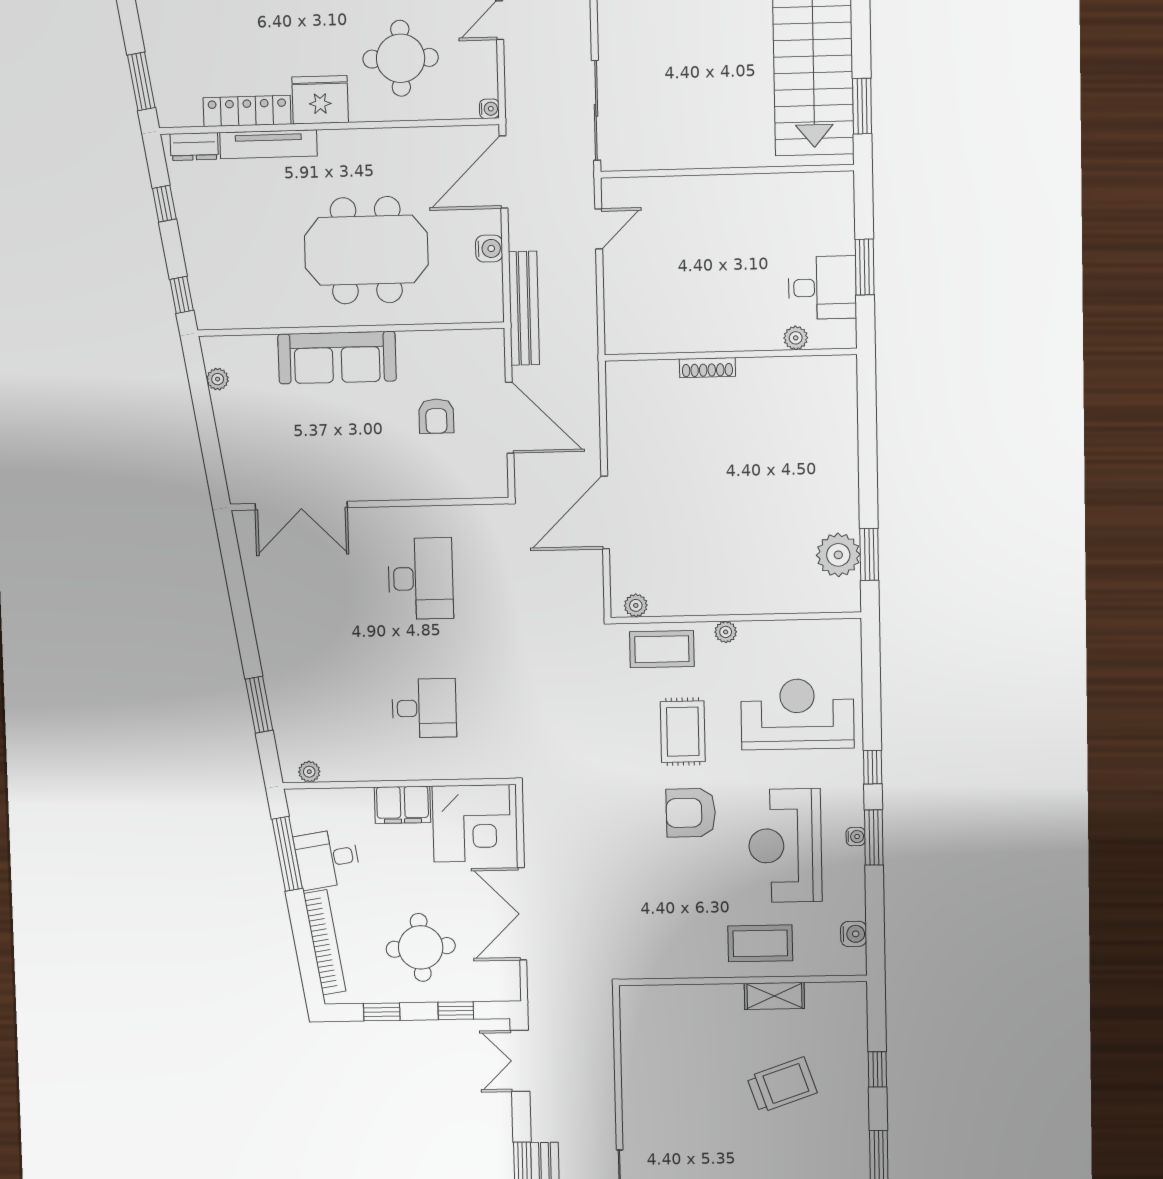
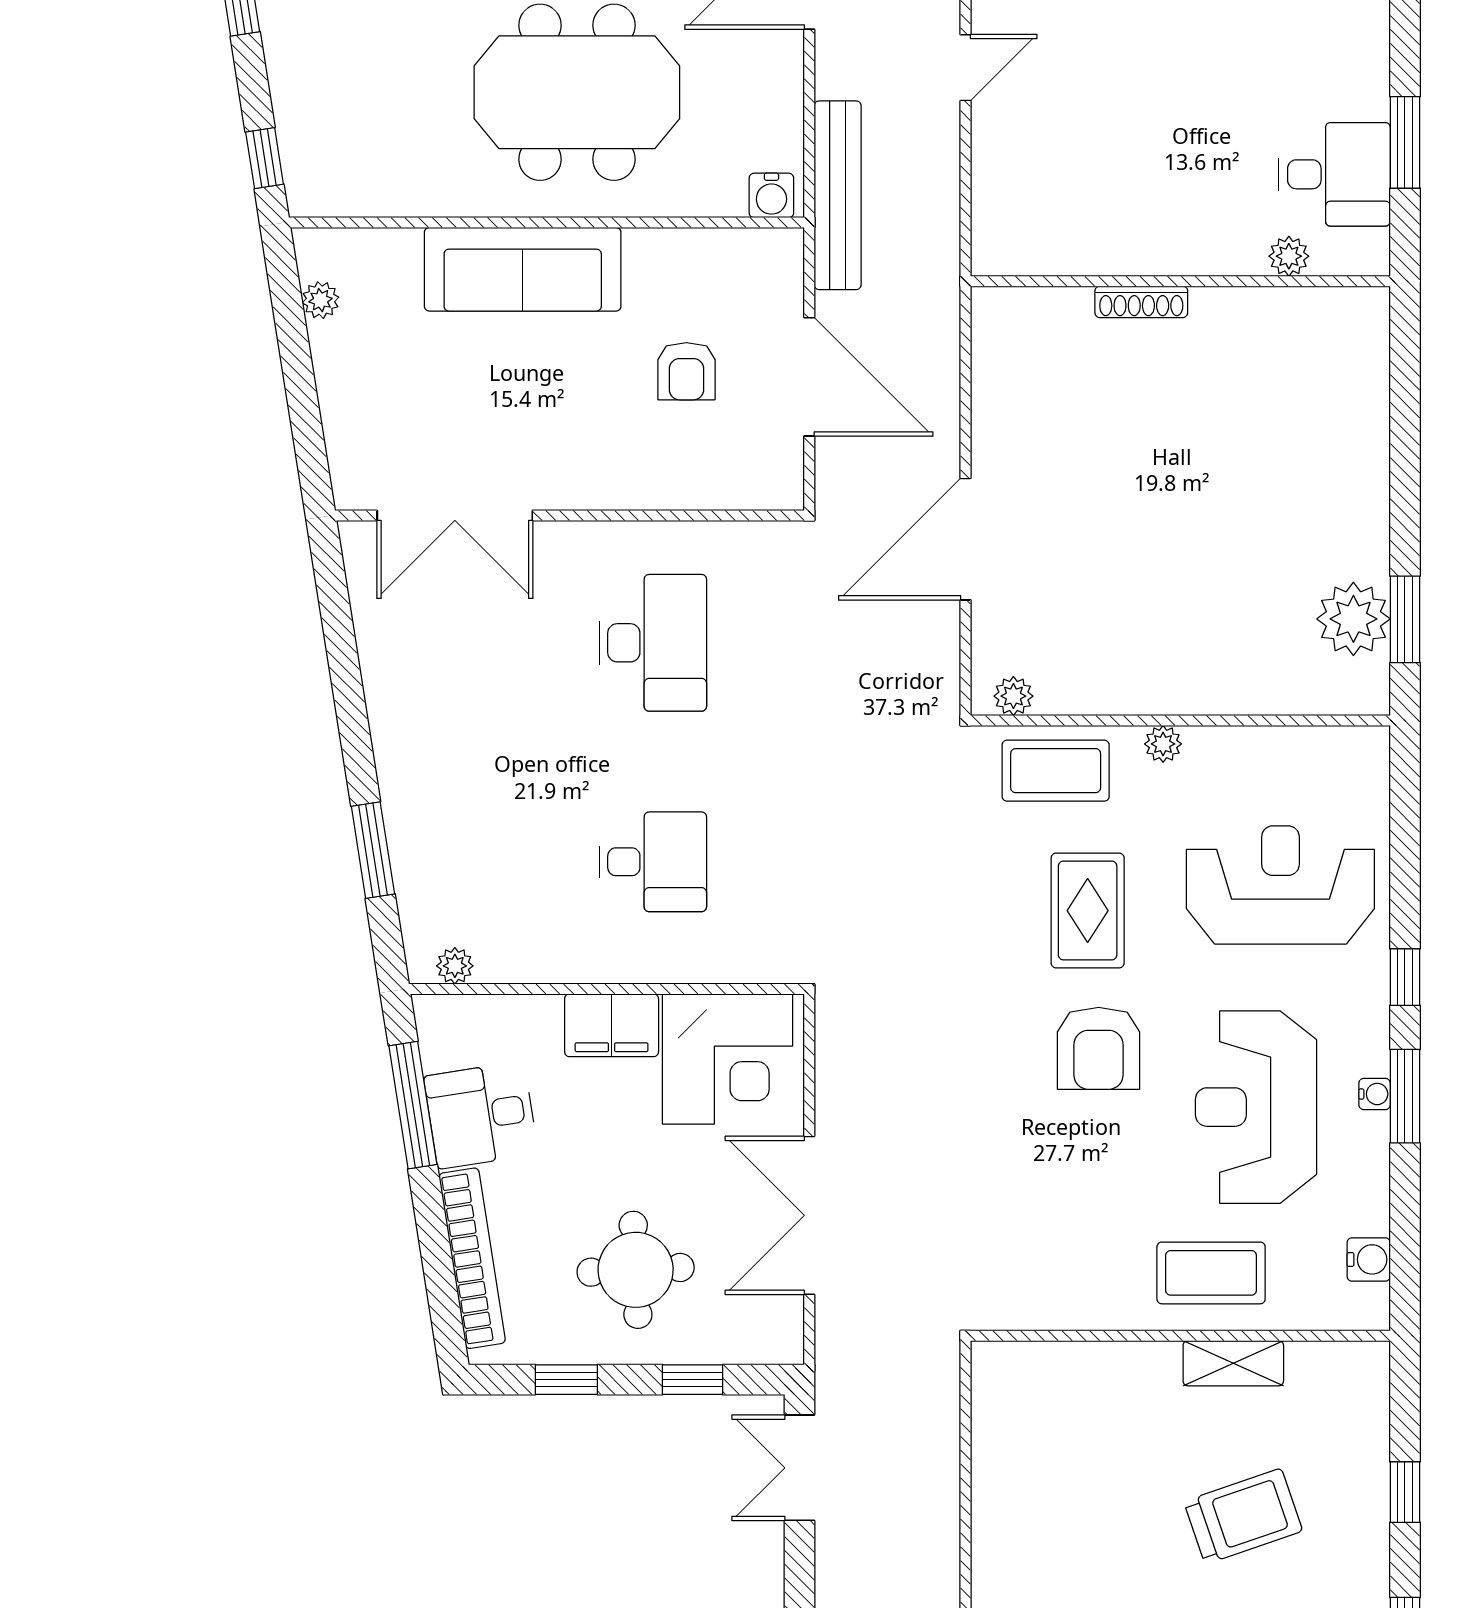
water cooler: (489, 249) -> (771, 195), moved, turned 90
armchair: (691, 813) -> (1099, 1048), turned -90

